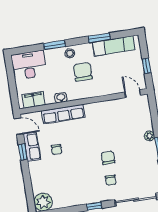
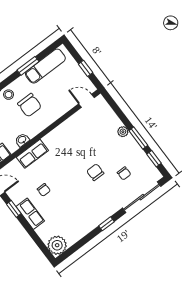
chair: (83, 72) -> (30, 105), turned 180
row of seats: (63, 114) -> (32, 154), width x0.68
row of seats: (32, 147) -> (30, 214), moved
chair: (111, 180) -> (124, 173), moved

